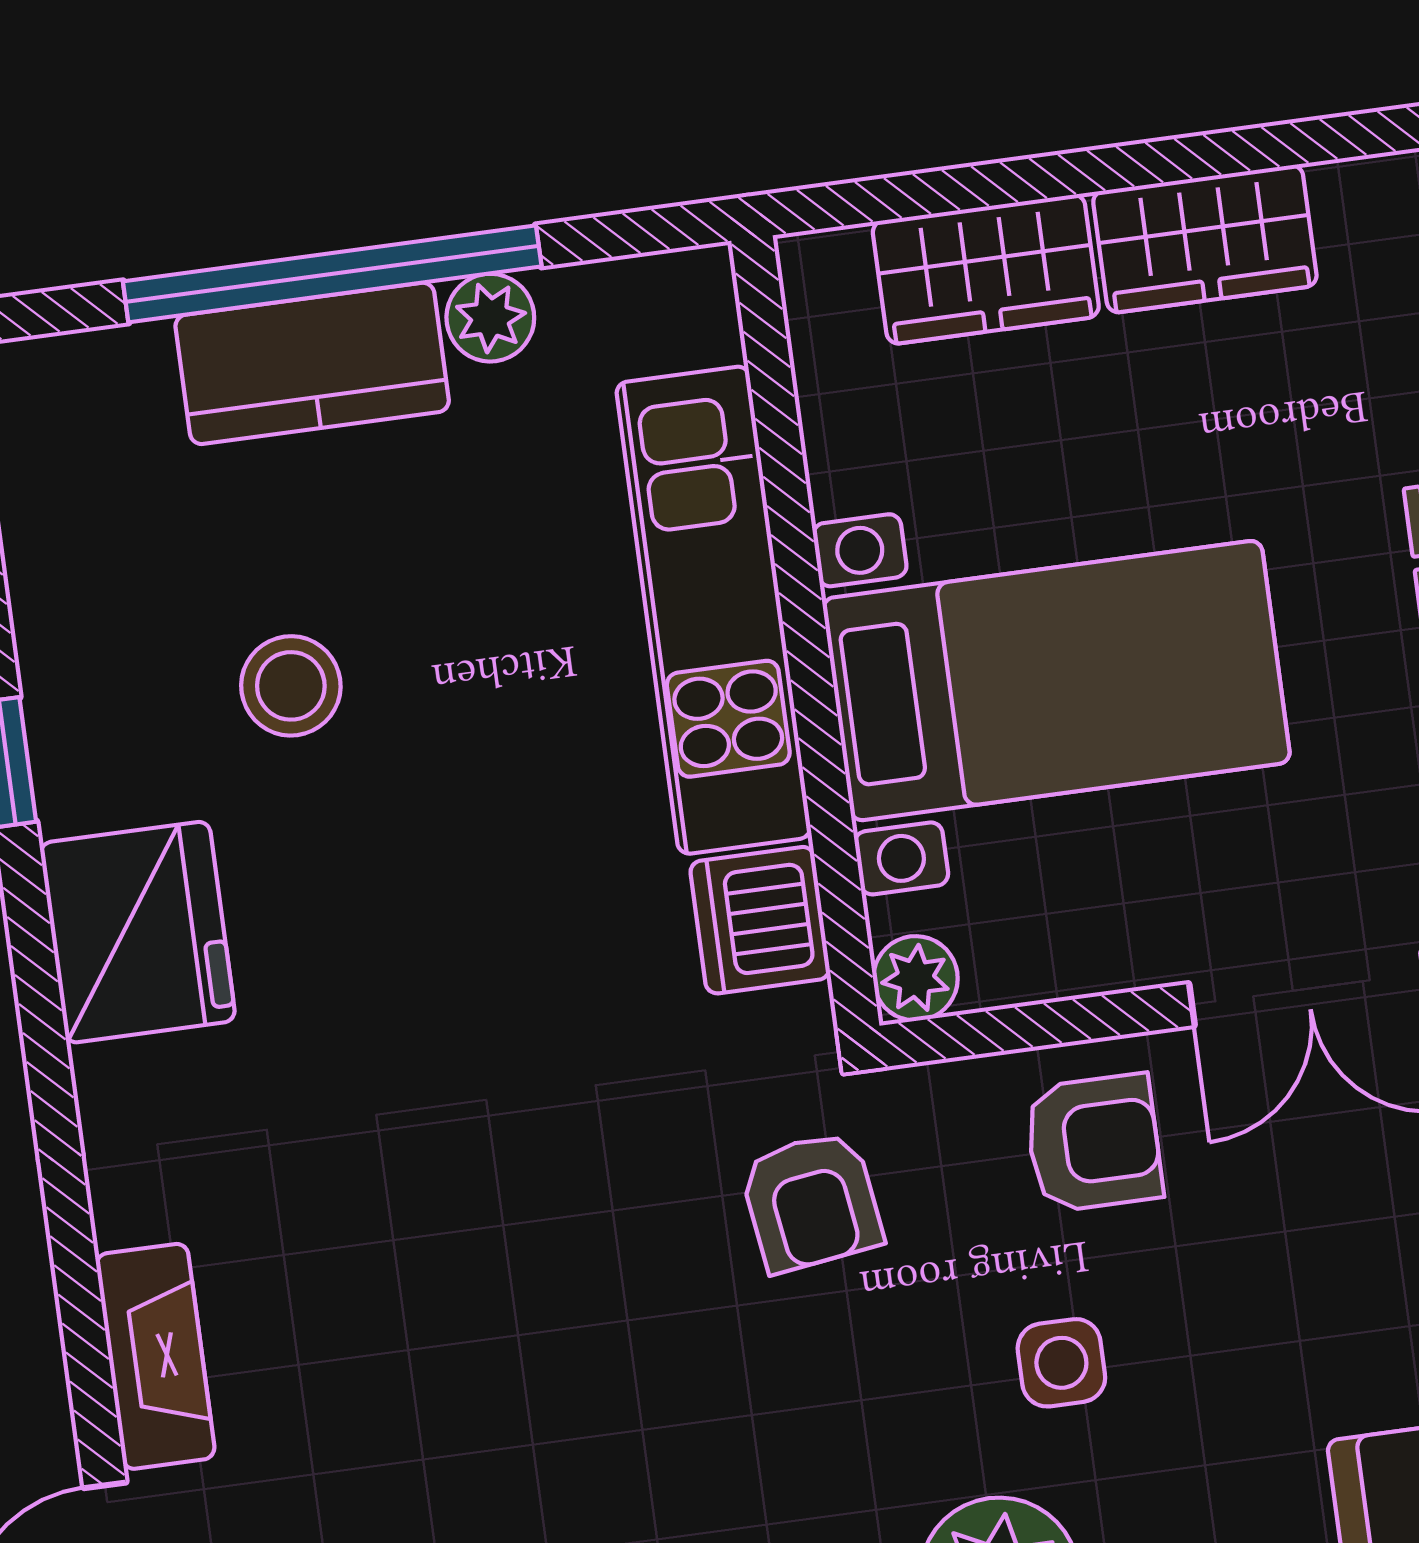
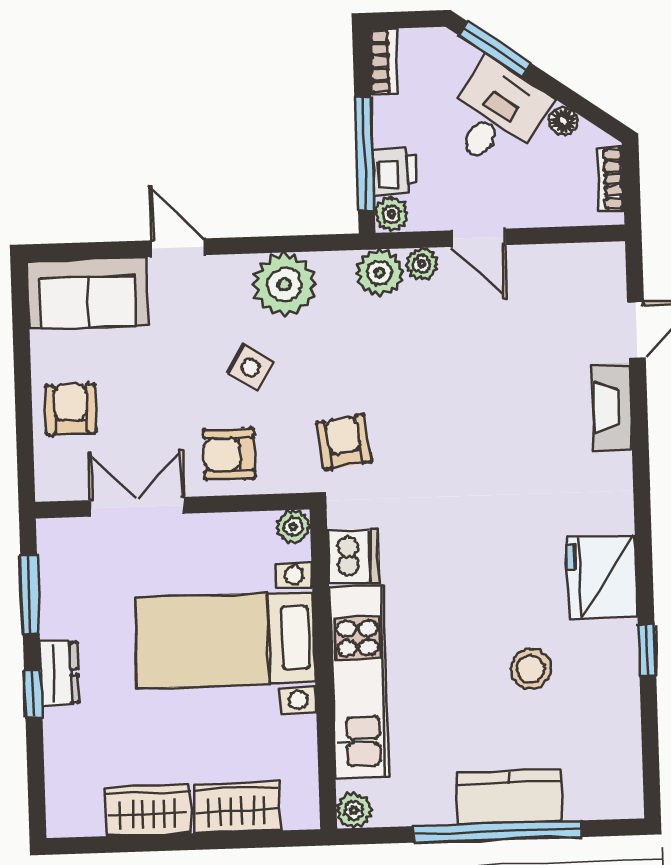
plant: (490, 318) -> (354, 810), moved
side table: (1061, 1363) -> (251, 368), turned 32

